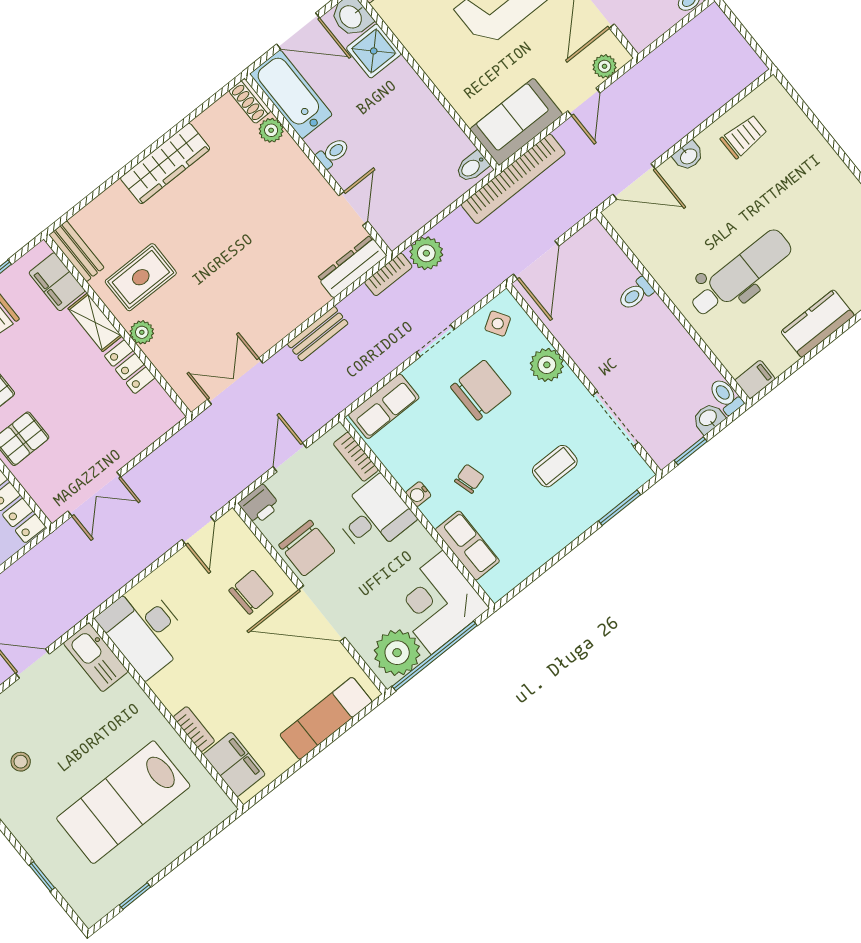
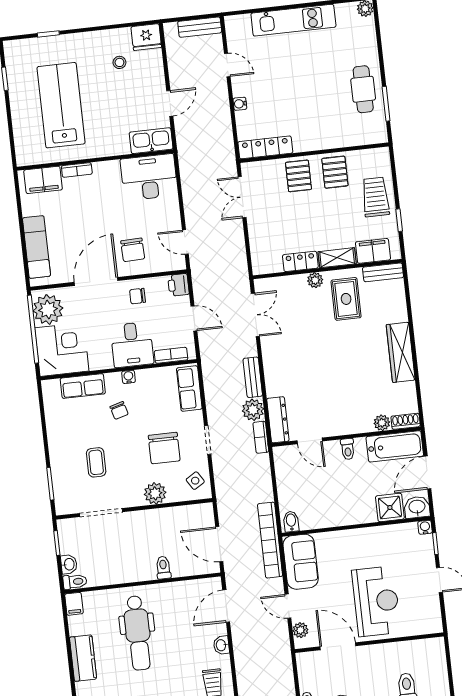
plant: (426, 253) -> (253, 410), moved
door: (536, 260) -> (219, 544), moved
chair: (307, 548) -> (138, 296), width x0.54, depth x0.54

